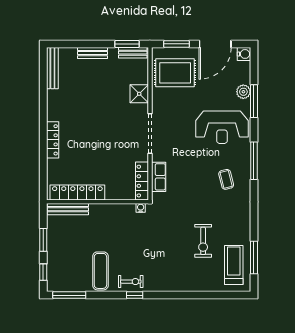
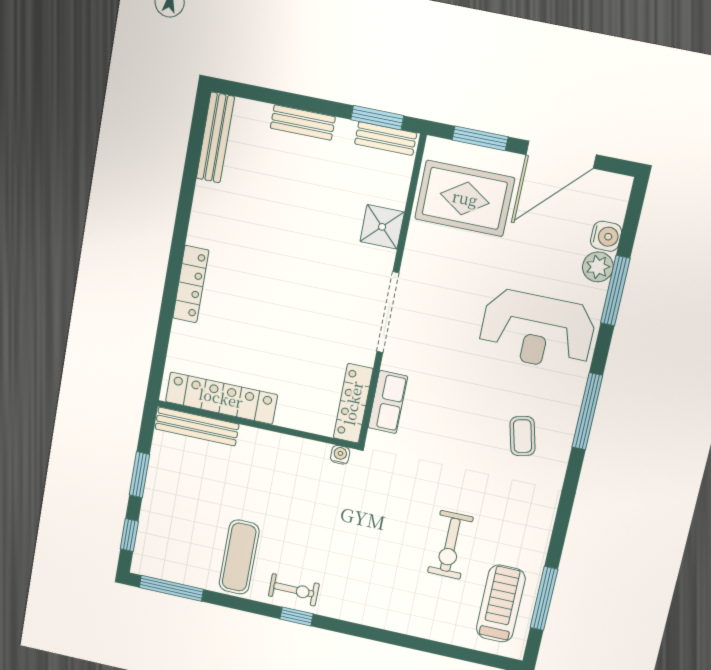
water cooler: (244, 54) -> (606, 236), moved

